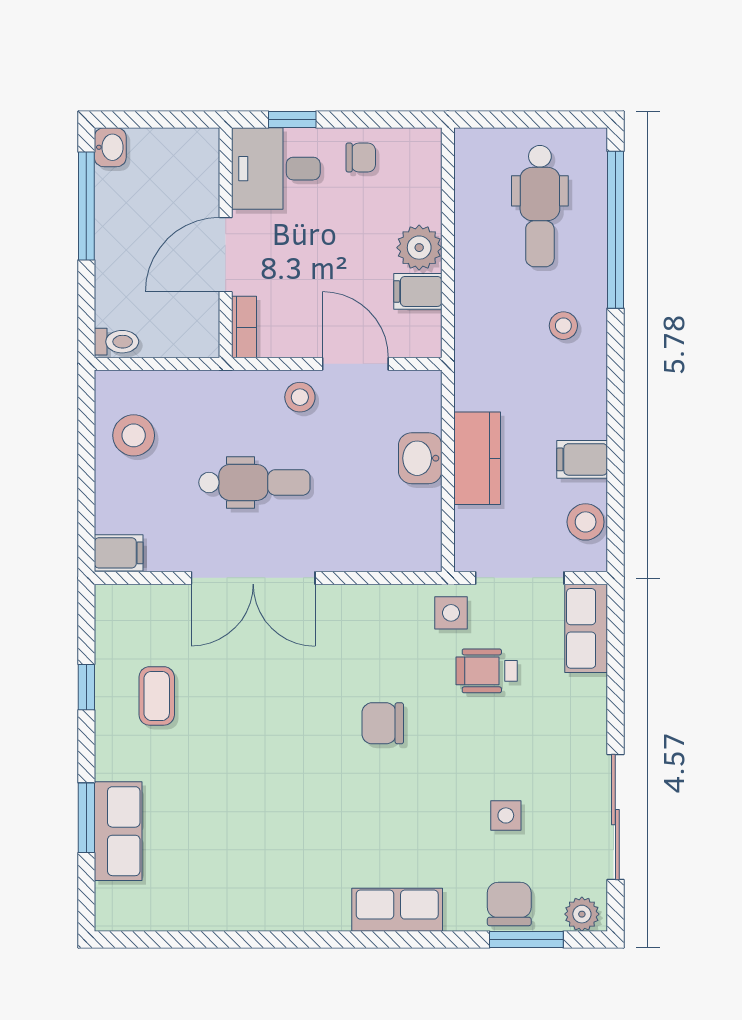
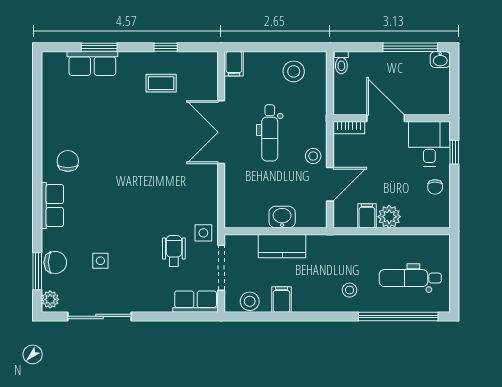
chair: (383, 723) -> (68, 161), moved

